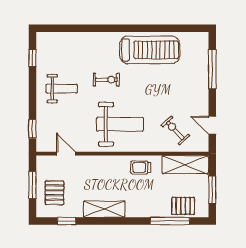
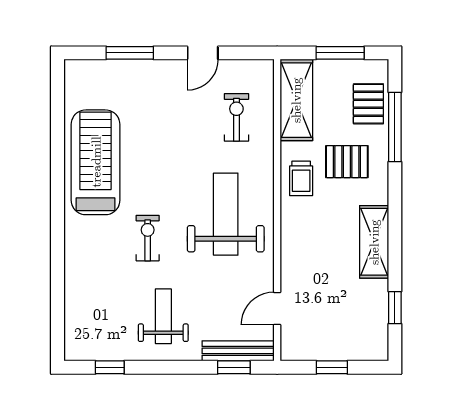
window: (212, 69) -> (130, 53), width x0.69
door: (212, 125) -> (203, 53), moved
exercise bike: (175, 130) -> (236, 117), turned 133
bench: (42, 131) -> (238, 351), added
window: (32, 185) -> (332, 367), width x0.67
pallet: (54, 193) -> (347, 162), moved

